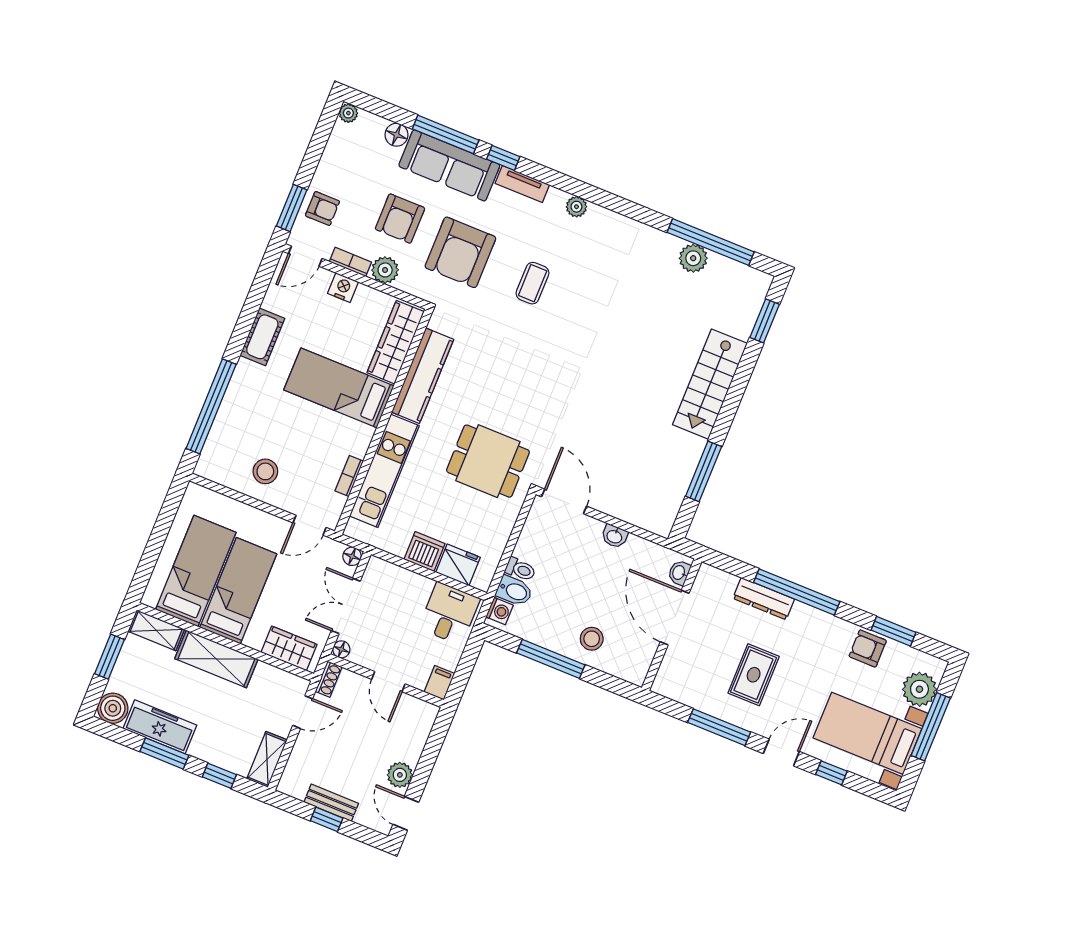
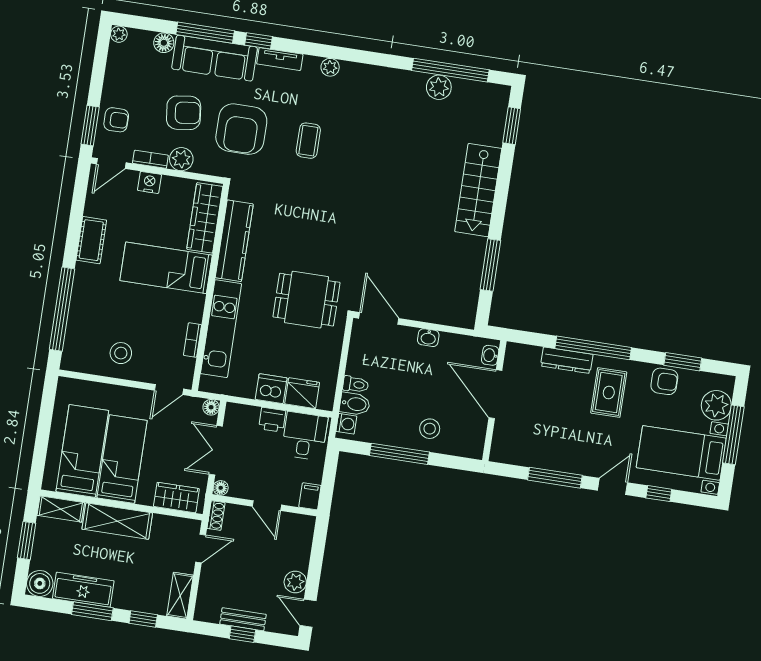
armchair: (400, 219) -> (184, 113), turned -97
printer: (417, 587) -> (272, 420), added
armchair: (868, 648) -> (664, 381), turned 180
rug: (754, 675) -> (609, 393), moved

